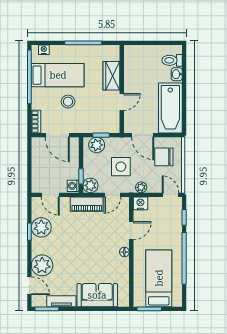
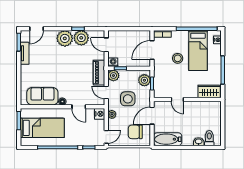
wardrobe: (111, 76) -> (209, 92), moved
bathtub: (170, 108) -> (168, 139), width x0.73, depth x0.73
chair: (164, 157) -> (135, 132), turned -90
door: (50, 195) -> (106, 45), hinge flipped
plant: (42, 265) -> (65, 38), moved
sofa: (97, 295) -> (42, 96), moved, turned -90

